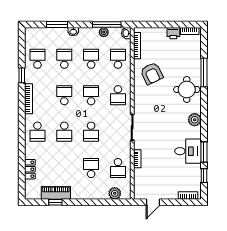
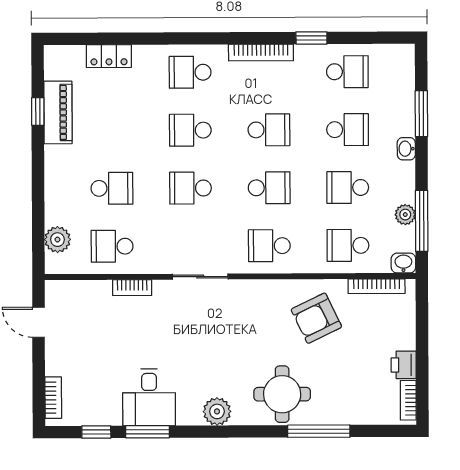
school desk: (91, 59) -> (348, 187), turned 180
school desk: (118, 59) -> (348, 245), turned 180

